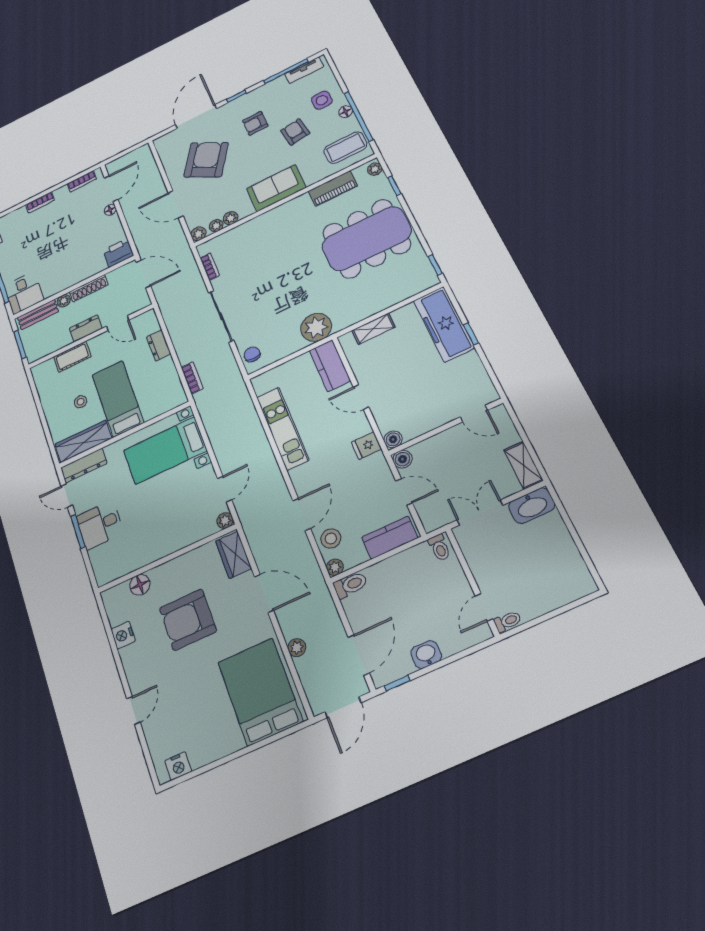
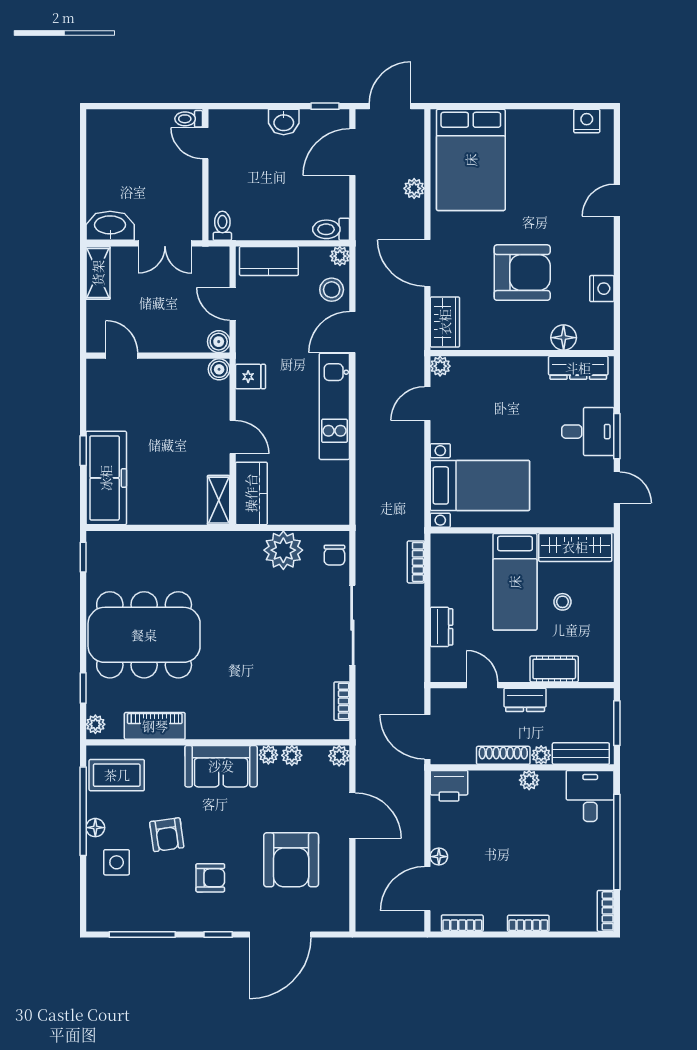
tv unit: (304, 70) -> (120, 922), removed
armchair: (206, 160) -> (291, 860), turned -31
plant: (216, 226) -> (268, 755), moved
plant: (67, 282) -> (529, 780), added
plant: (316, 327) -> (283, 550), moved
shelving: (373, 329) -> (219, 500), moved, turned 90
kitchen unit: (283, 428) -> (334, 406), moved
dresser: (84, 465) -> (578, 368), moved, turned 180
door: (484, 607) -> (205, 143), swing flipped

